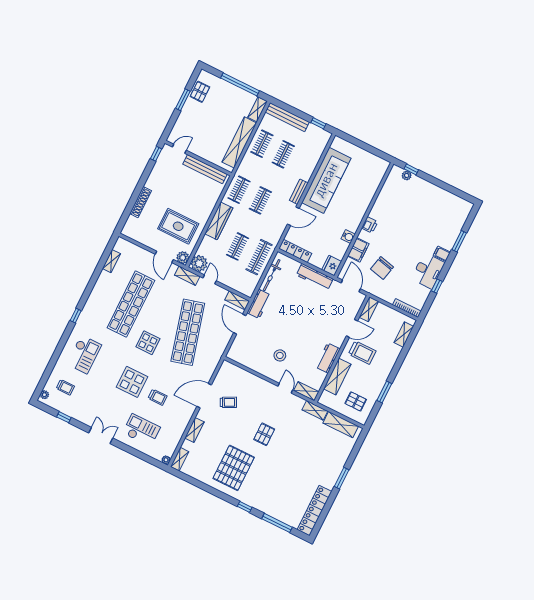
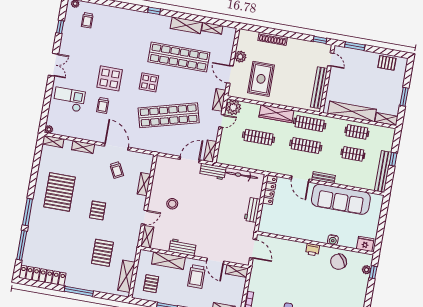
window: (240, 84) -> (404, 97), width x0.47
window: (183, 100) -> (355, 46), moved
bench: (287, 117) -> (383, 172), moved
window: (318, 123) -> (393, 159), moved
clothes rail: (239, 190) -> (310, 124), width x1.36
clothes rail: (260, 200) -> (306, 146), width x1.36
water cooler: (348, 237) -> (333, 240), moved
clothes rail: (238, 246) -> (259, 137), width x1.36
filing cabinet: (358, 250) -> (287, 246), removed
door: (164, 257) -> (230, 74), hinge flipped
clothes rail: (259, 257) -> (255, 159), removed
plant: (183, 258) -> (240, 57), moved
fridge: (332, 266) -> (365, 244), moved
chair: (382, 268) -> (339, 262), moved, turned -48
workbench: (315, 277) -> (252, 210), width x0.73
door: (351, 286) -> (253, 249), hinge flipped
shelving: (100, 287) -> (186, 25), added
checkout: (84, 354) -> (122, 28), removed
shelving: (315, 410) -> (144, 184), moved
checkout: (141, 430) -> (69, 100), turned -90
pallet: (264, 434) -> (98, 210), turned 90
pallet: (309, 442) -> (102, 253), added
pallet: (234, 468) -> (60, 192), turned 90
window: (342, 478) -> (79, 291), width x1.44
window: (245, 507) -> (28, 212), width x2.17

